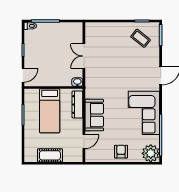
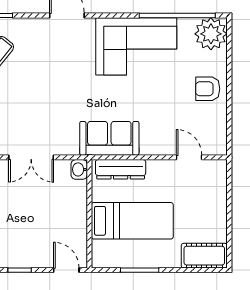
sofa: (94, 115) -> (109, 138), moved
cot: (50, 155) -> (204, 256), moved, turned 90

